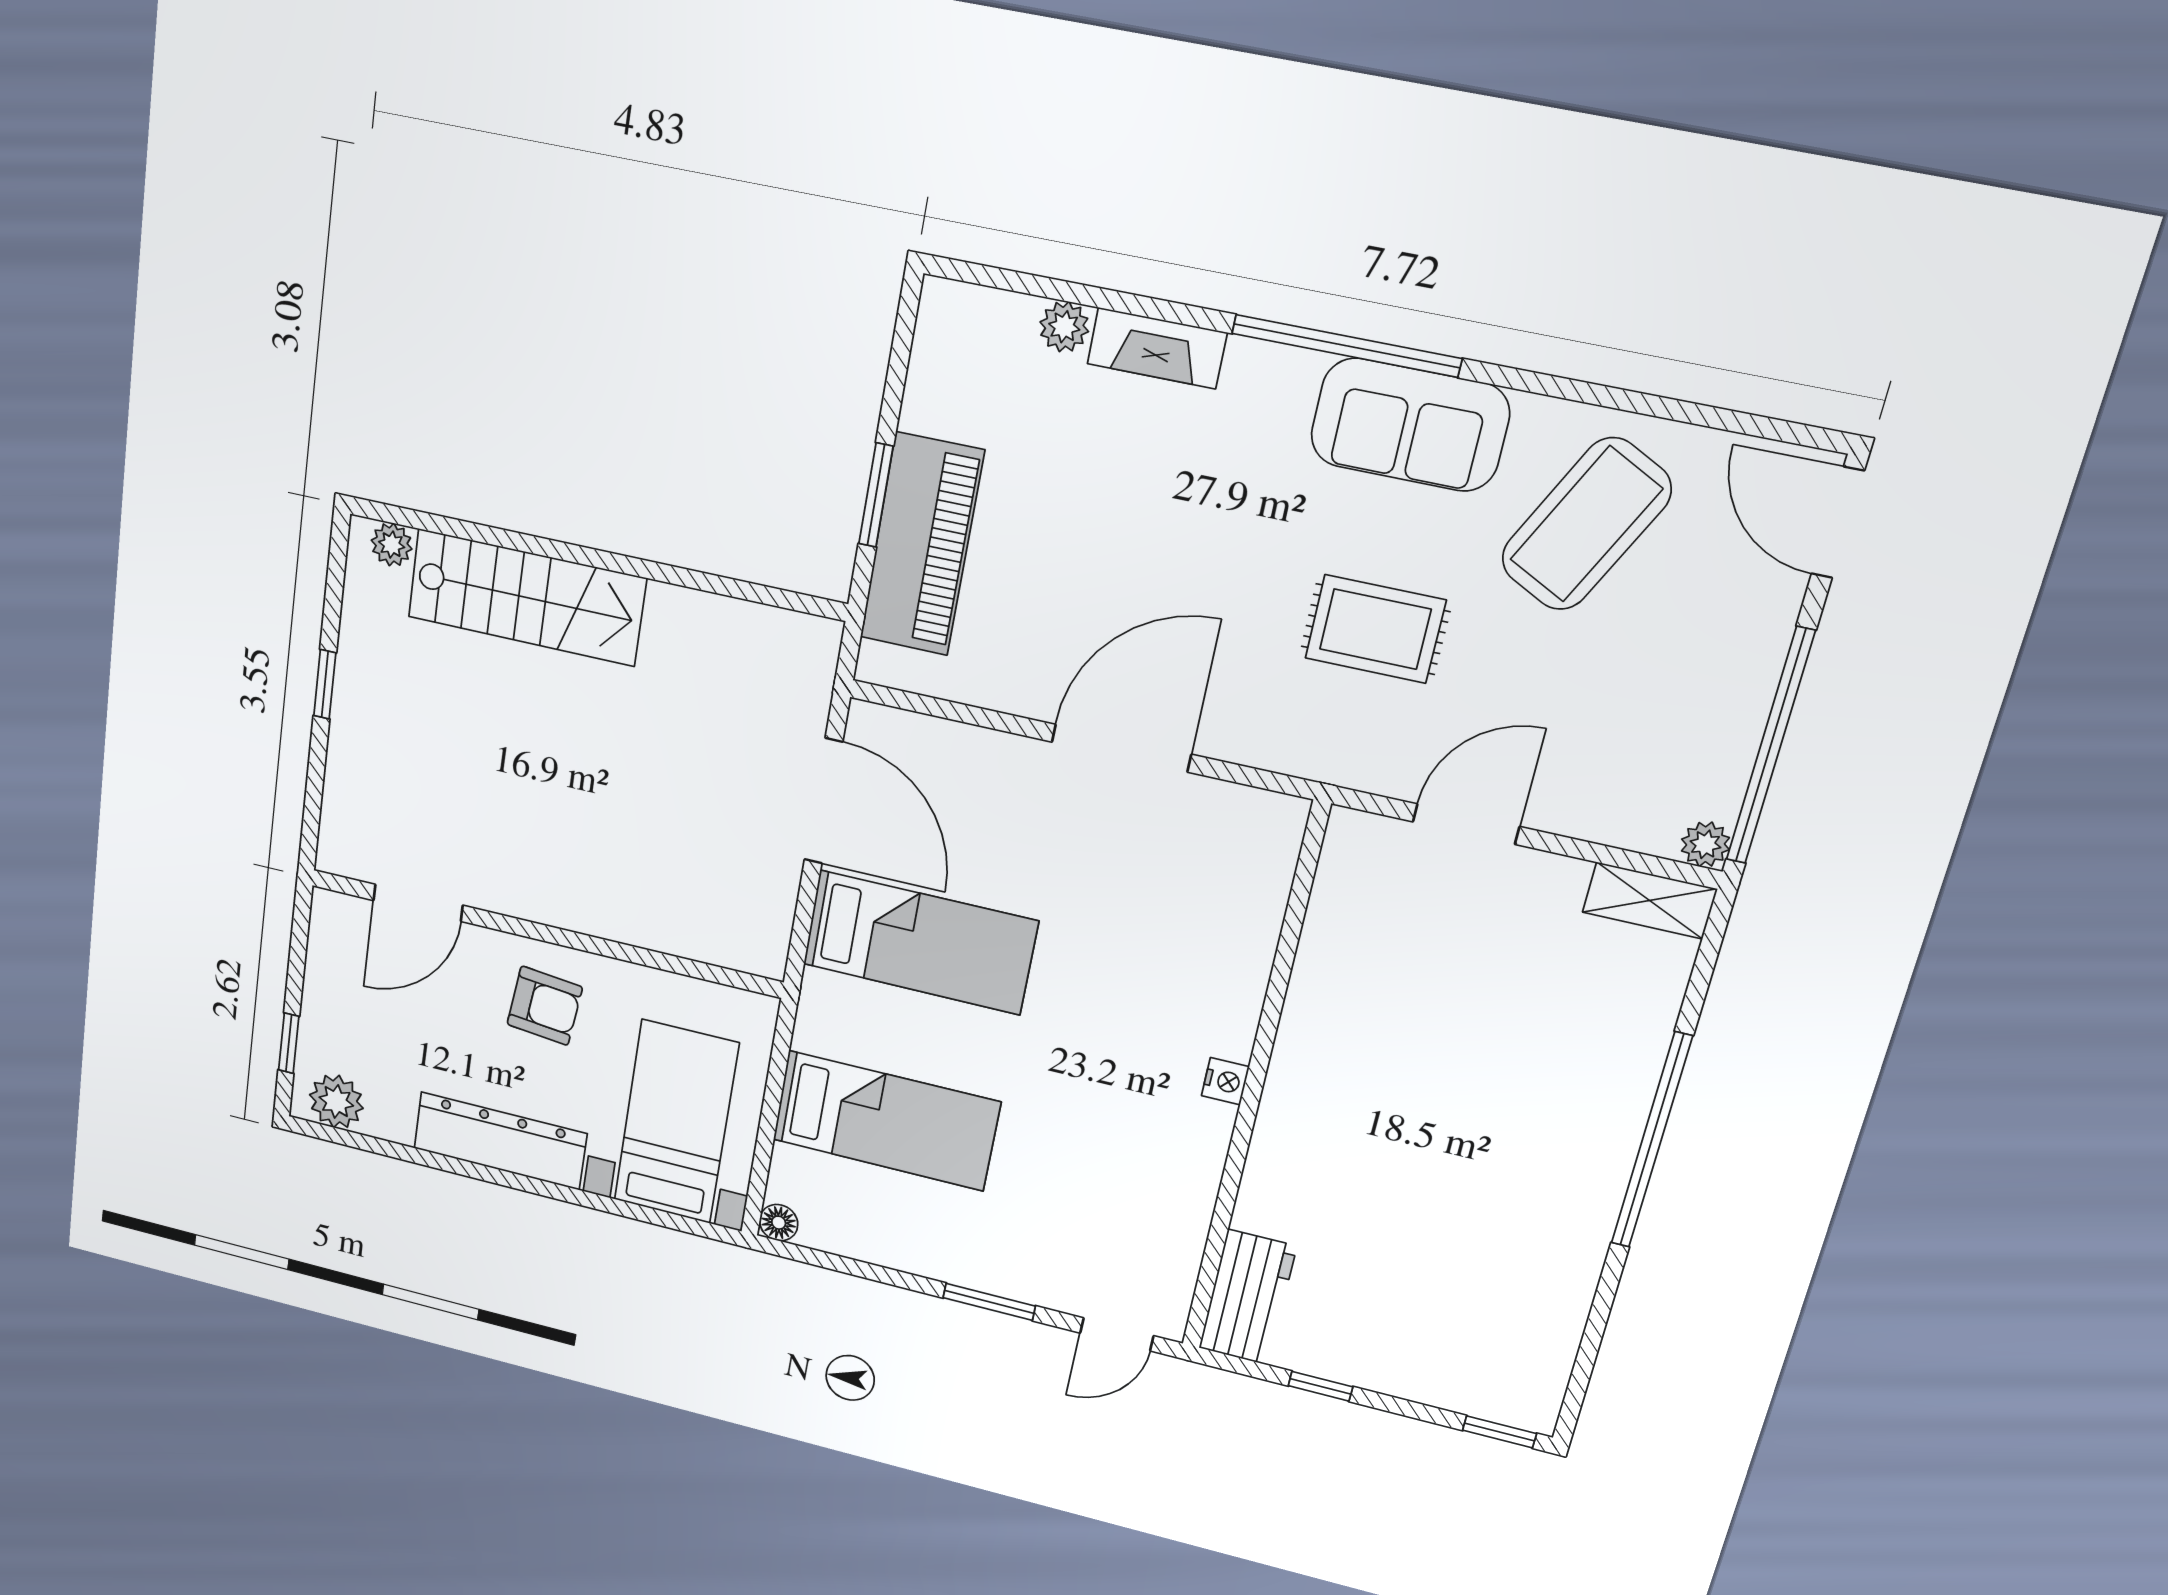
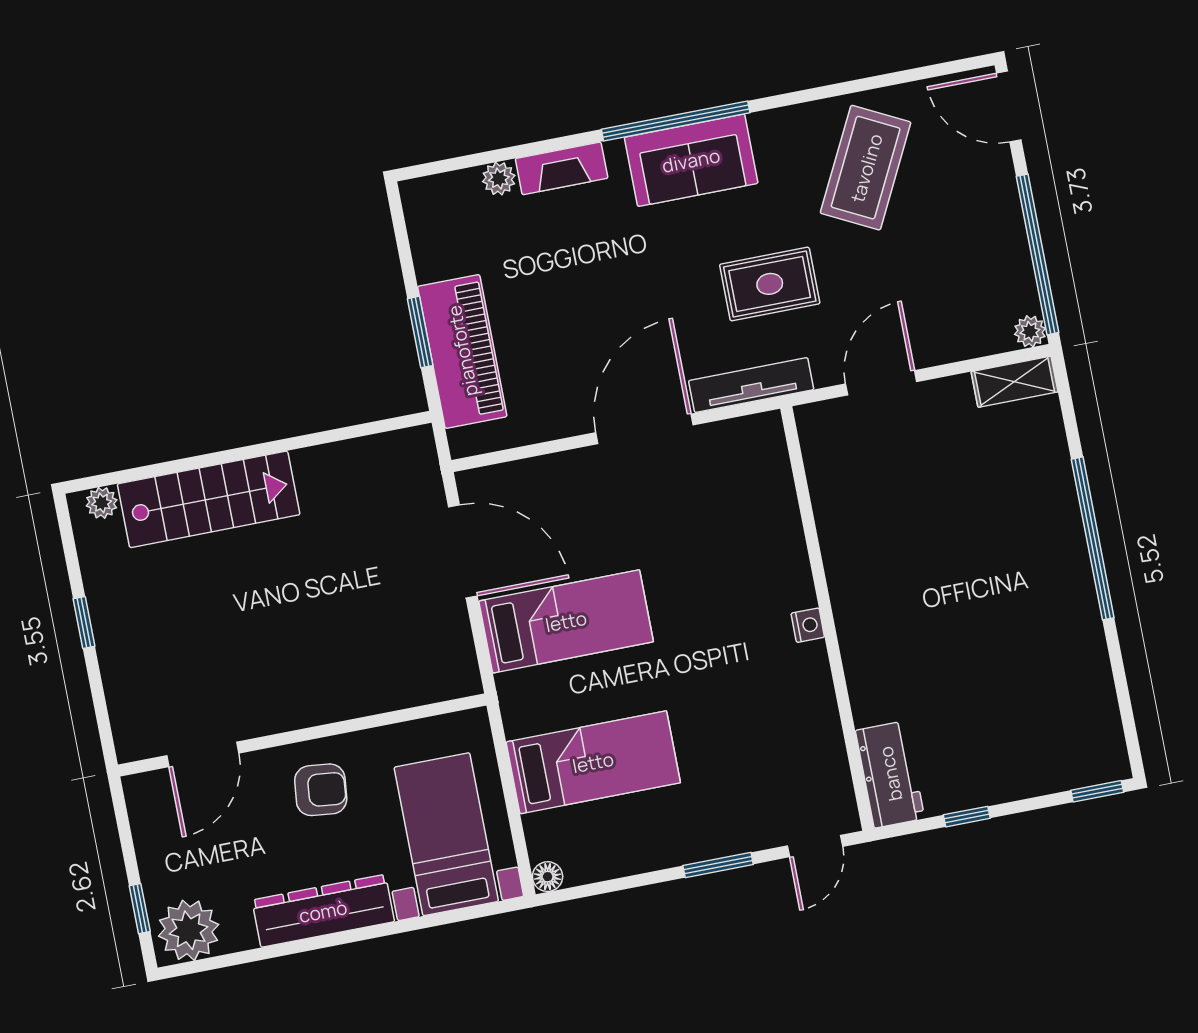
sofa: (1410, 425) -> (691, 160), moved
tv unit: (1289, 752) -> (751, 385), added
plant: (336, 1101) -> (189, 930), width x1.36, depth x1.36

